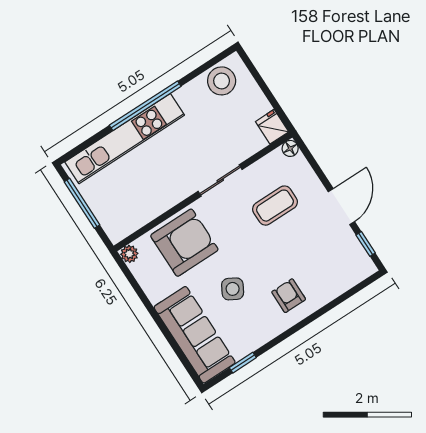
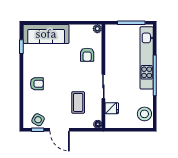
fridge: (272, 127) -> (112, 108), moved
armchair: (184, 243) -> (87, 55), width x0.53, depth x0.53
side table: (233, 289) -> (38, 120), moved

